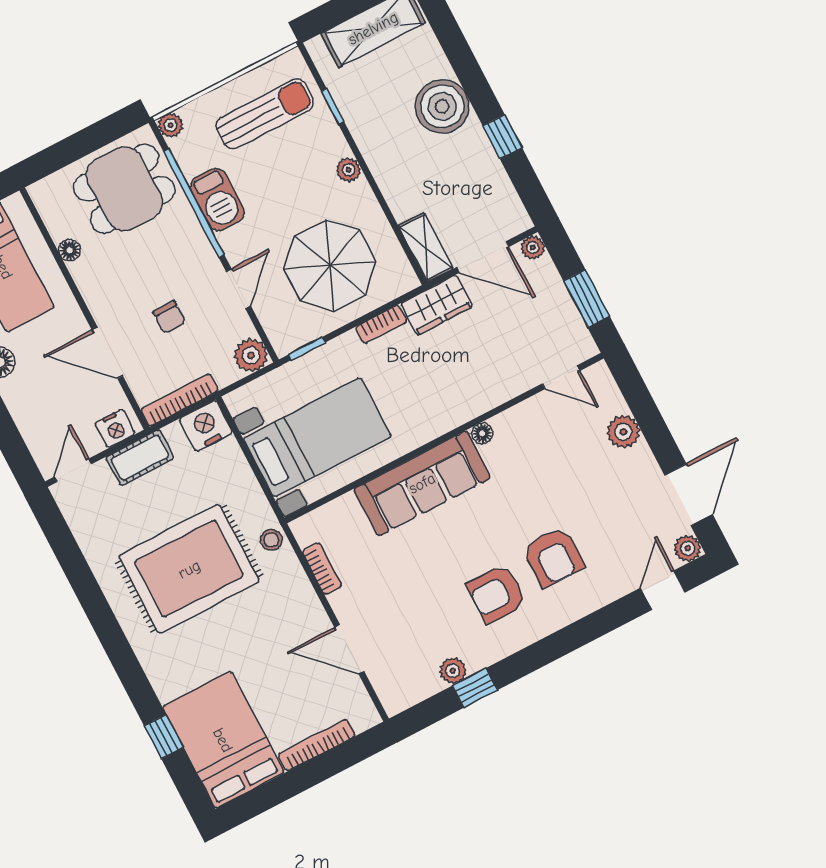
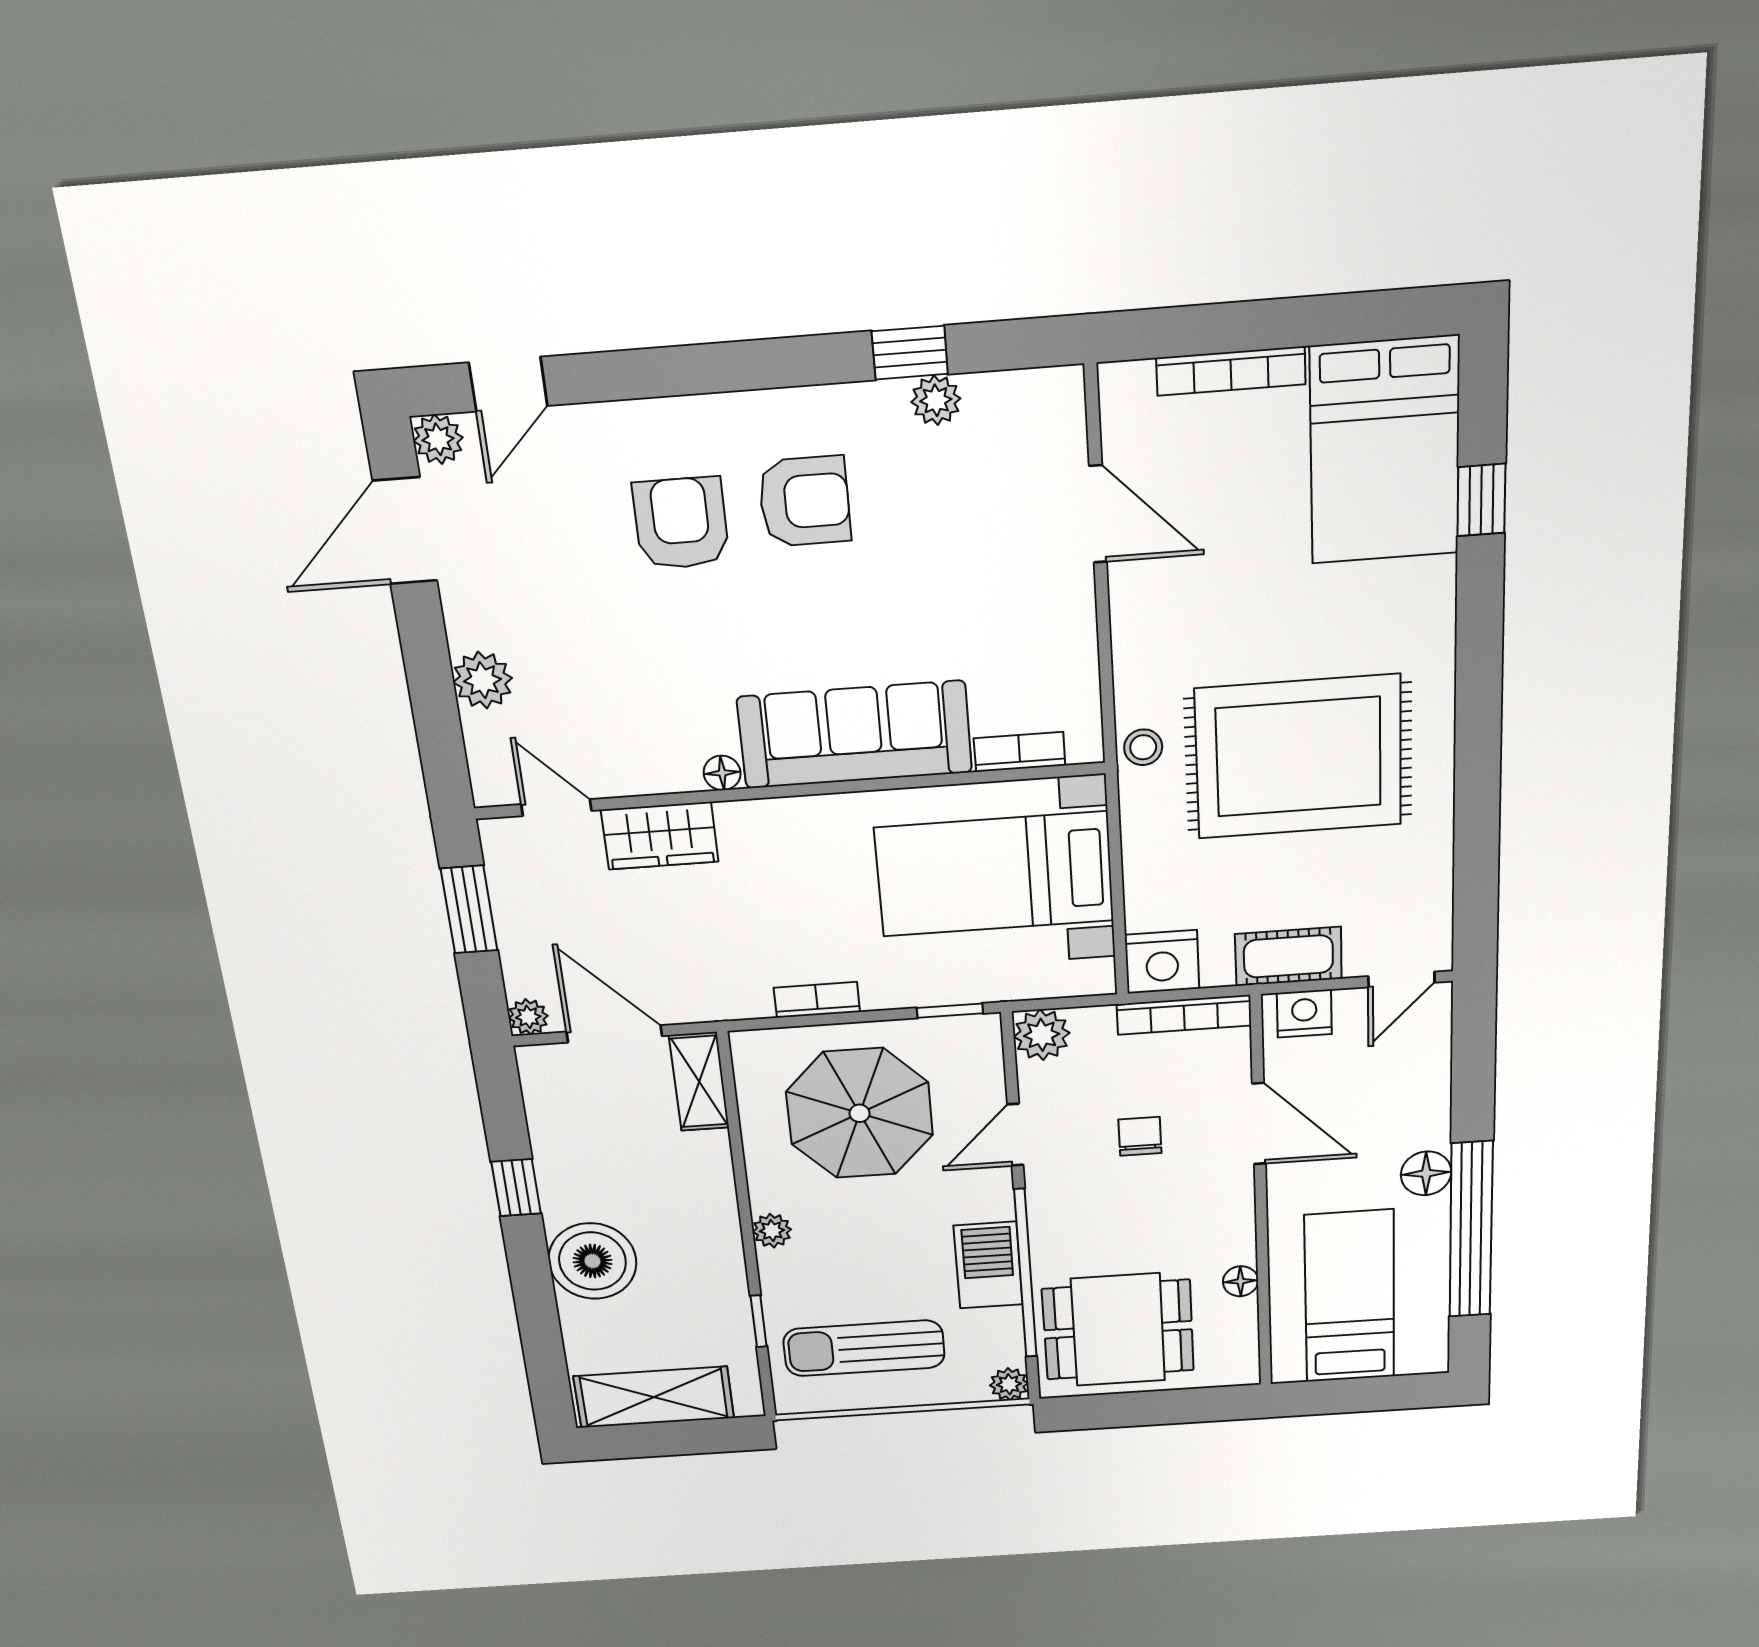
wardrobe: (437, 305) -> (660, 836), moved, turned 180
bookcase: (322, 569) -> (1019, 752), moved, turned 90

